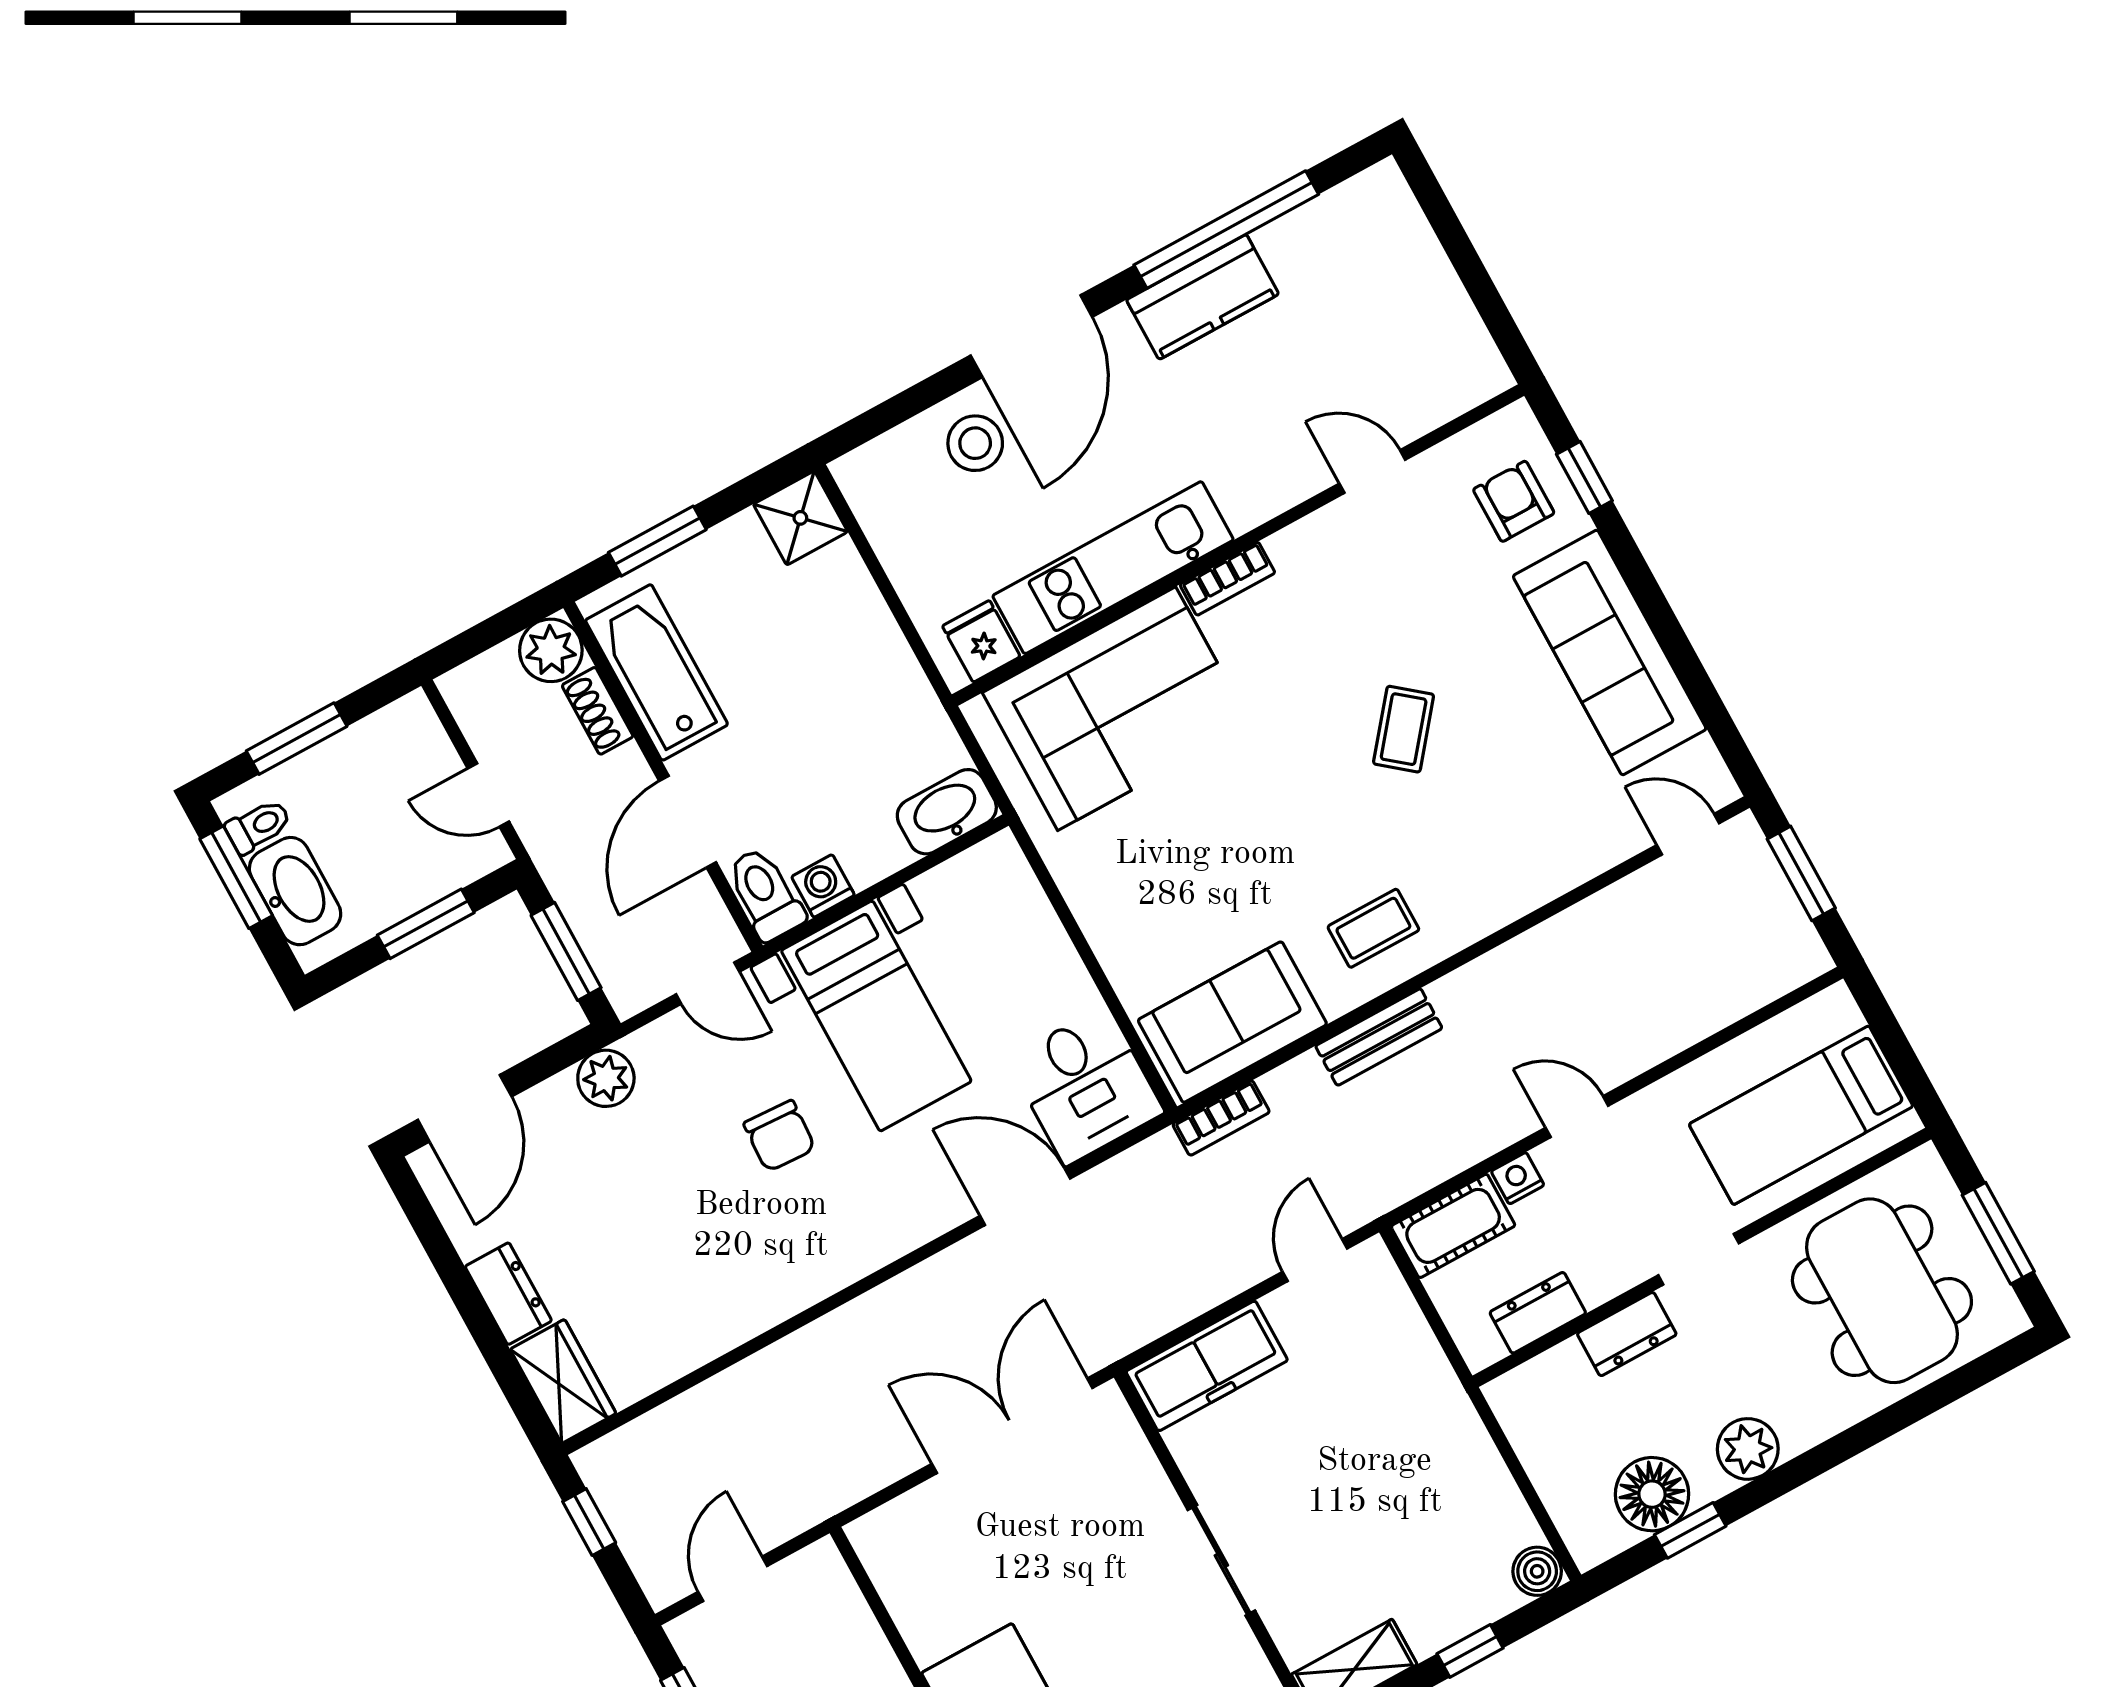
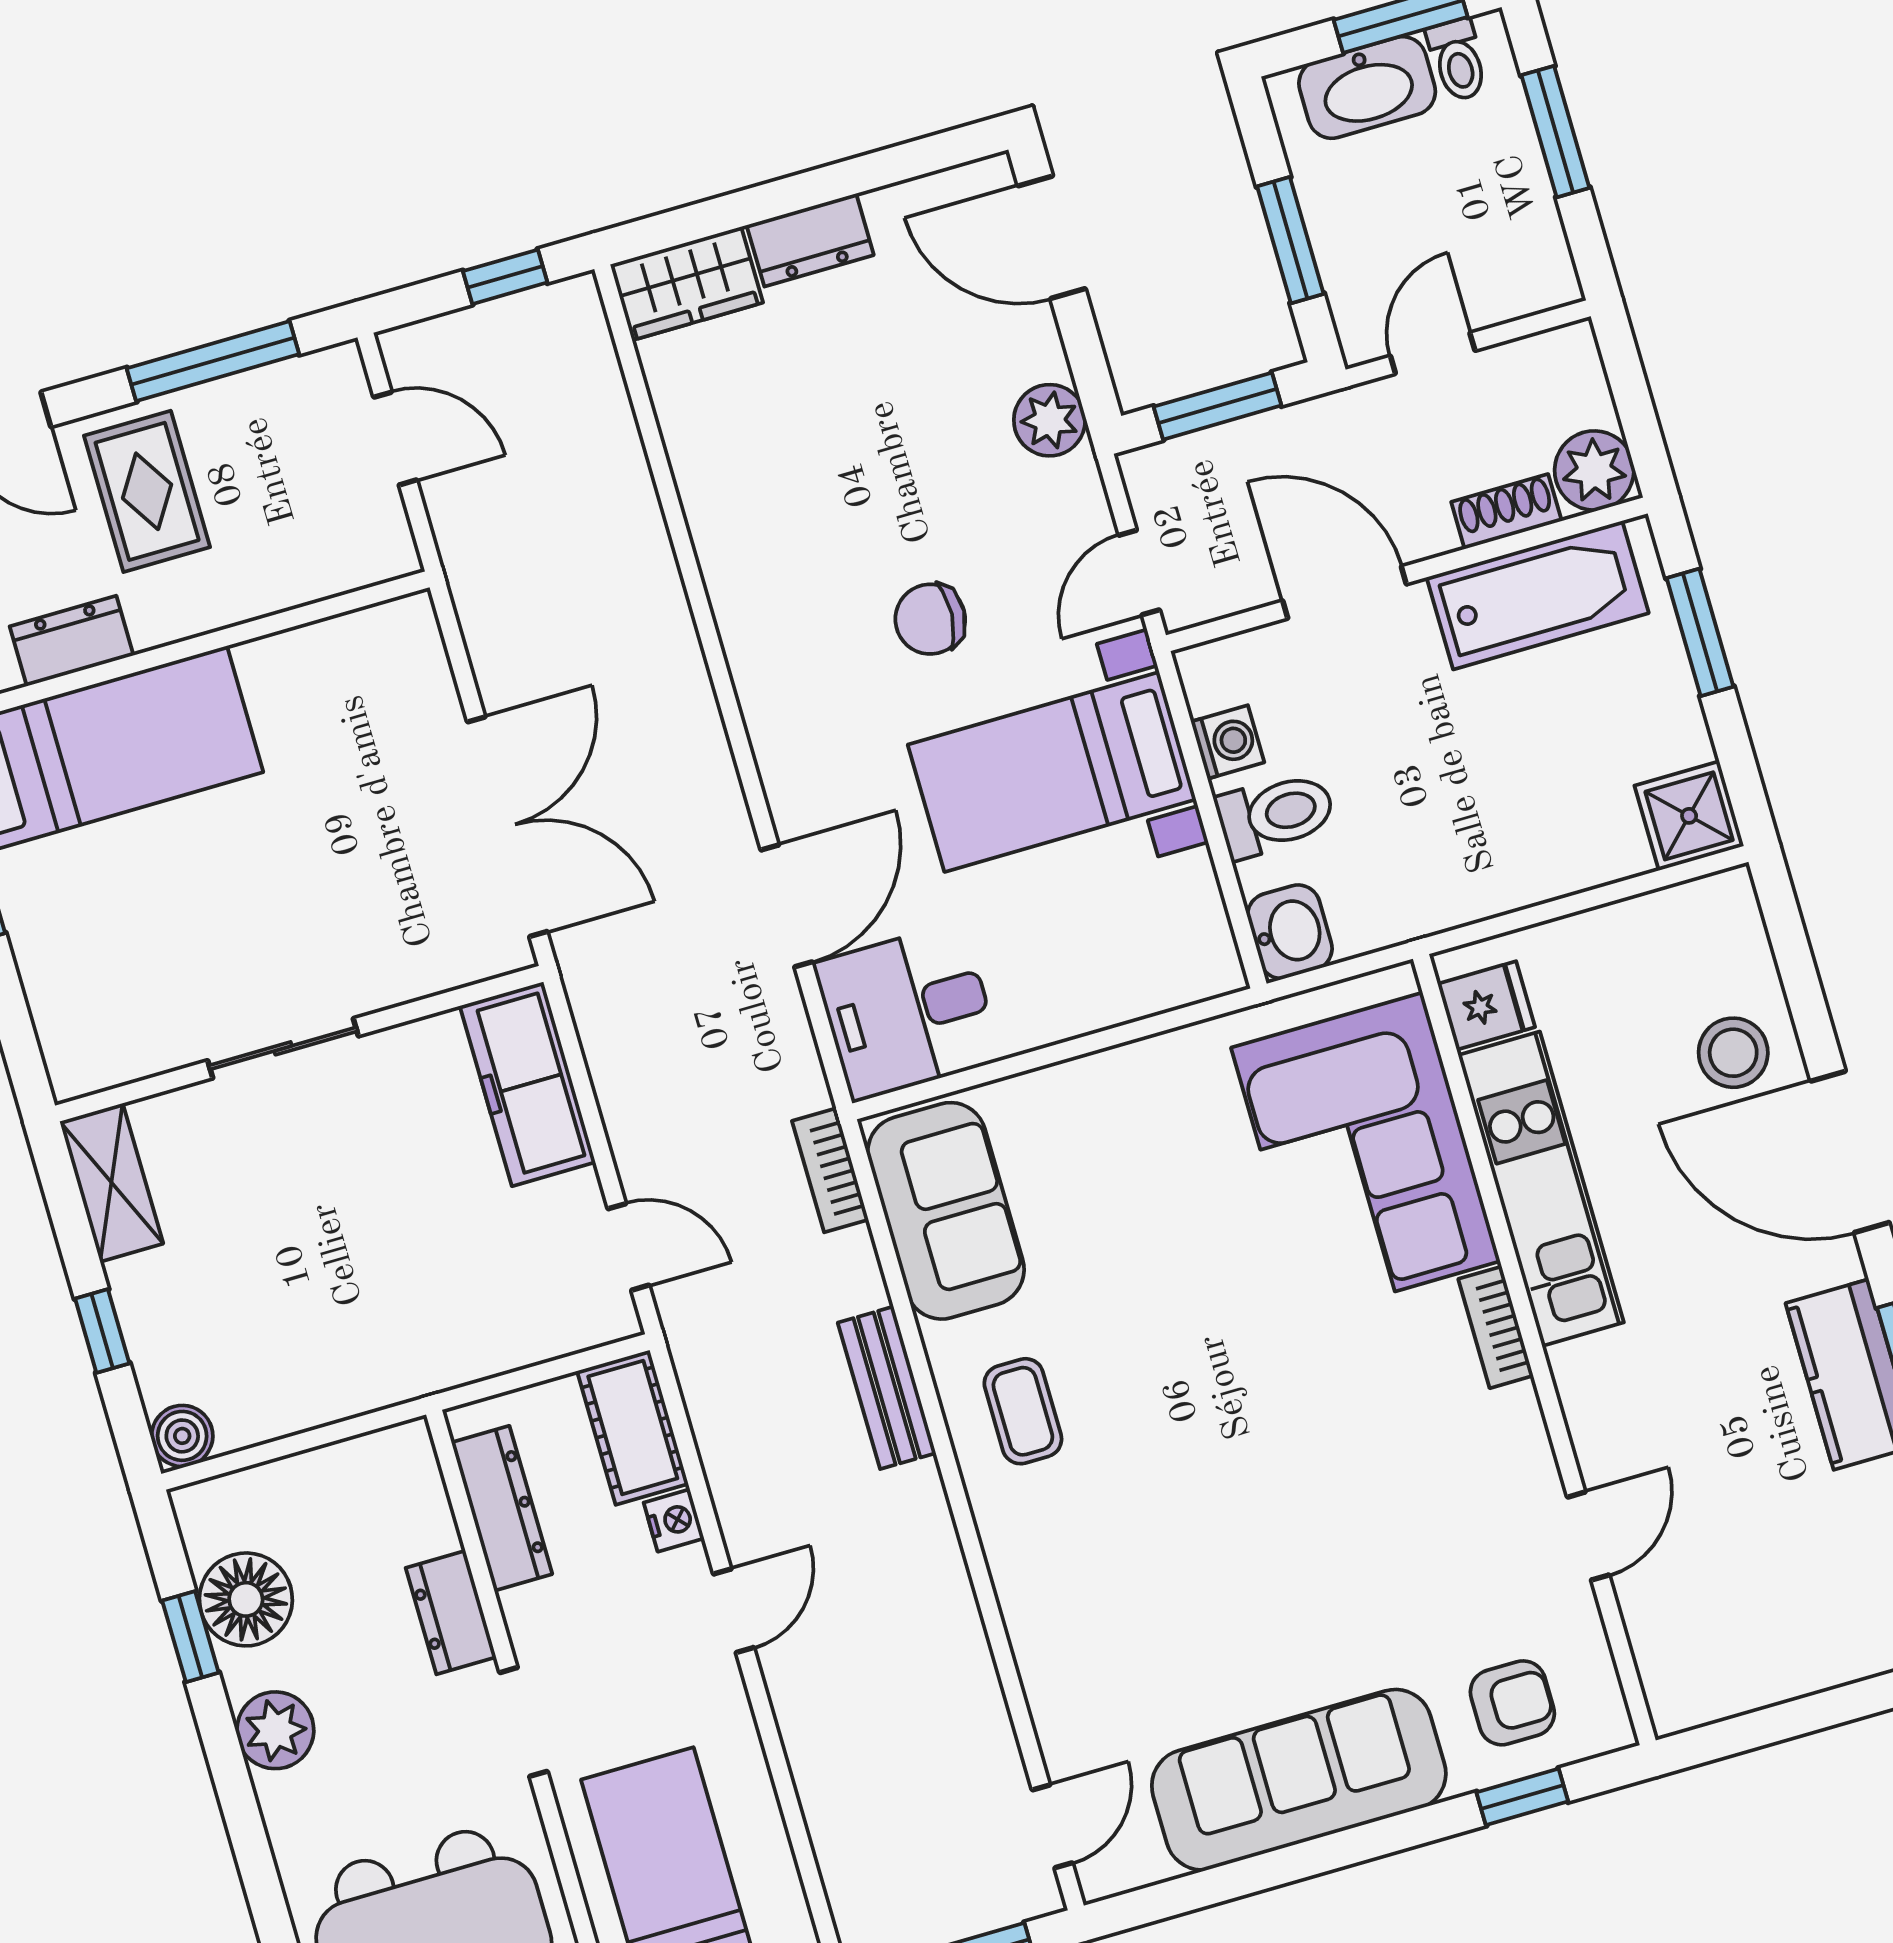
coffee table: (1404, 729) -> (1261, 1504), removed
washbasin: (947, 812) -> (1290, 932), width x0.72
toilet: (765, 894) -> (1276, 815), moved
dresser: (1538, 1313) -> (502, 1508), width x1.44

